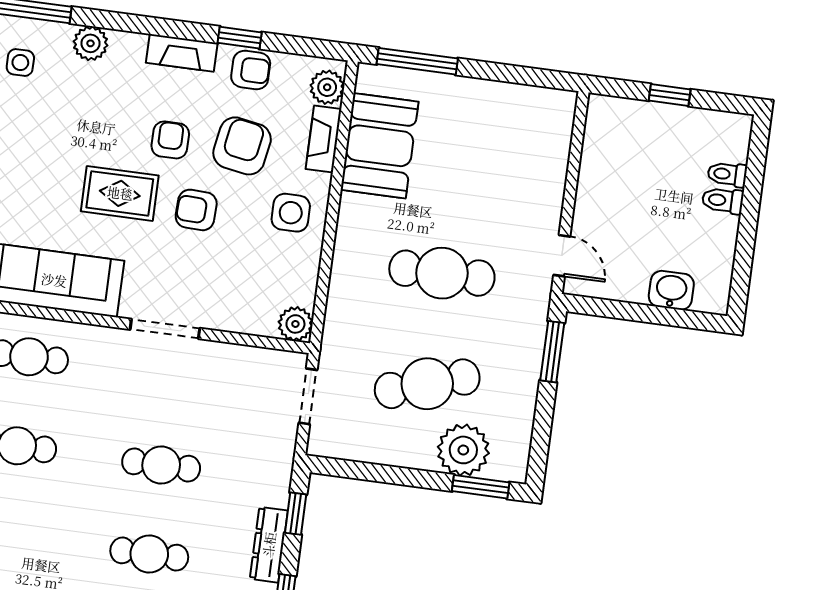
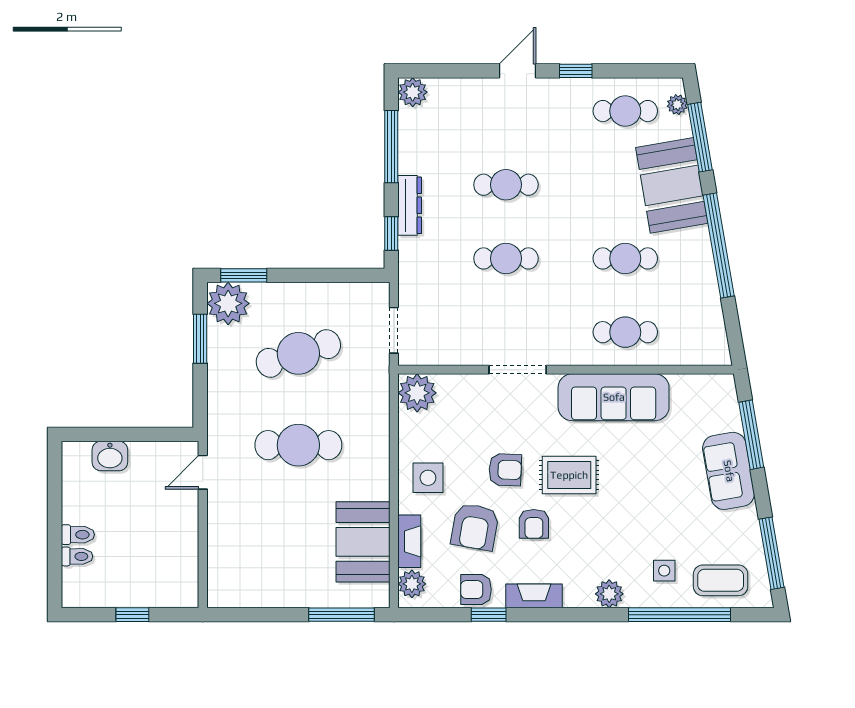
door: (562, 256) -> (203, 472), hinge flipped
plant: (295, 324) -> (417, 393), width x1.36, depth x1.36
window: (552, 352) -> (200, 339), moved
plant: (463, 450) -> (228, 303), moved

